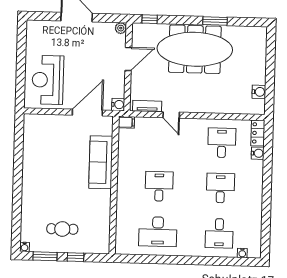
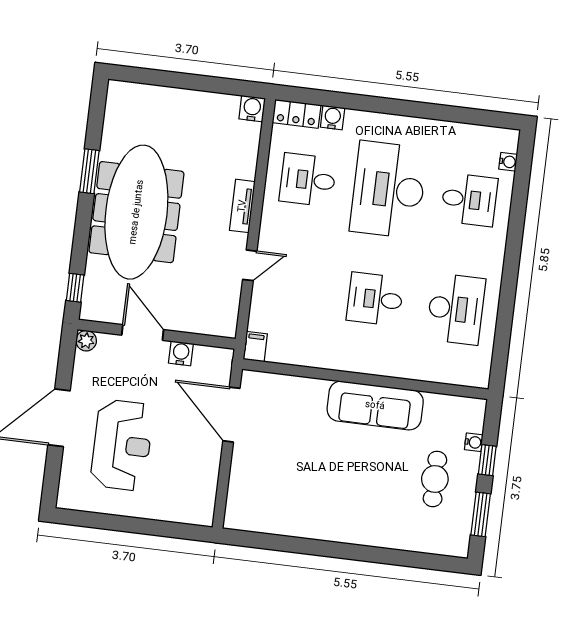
reception desk: (48, 80) -> (122, 445), moved, turned -90
water cooler: (259, 92) -> (252, 109), moved
water cooler: (118, 104) -> (181, 353), moved
tv unit: (147, 106) -> (242, 206), moved
sofa: (101, 162) -> (375, 405), moved
desk: (220, 188) -> (389, 190), width x1.87, depth x1.30
water cooler: (25, 247) -> (474, 442), moved

